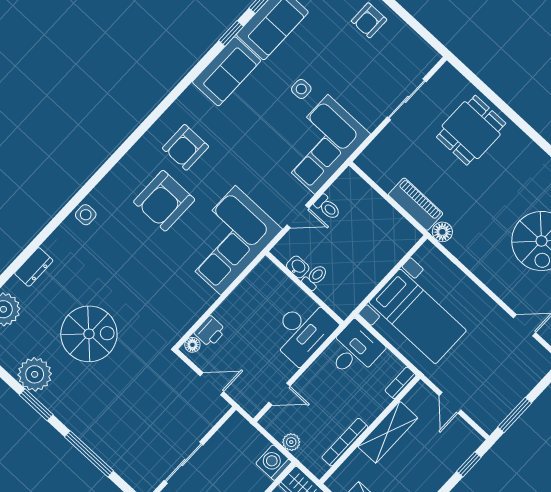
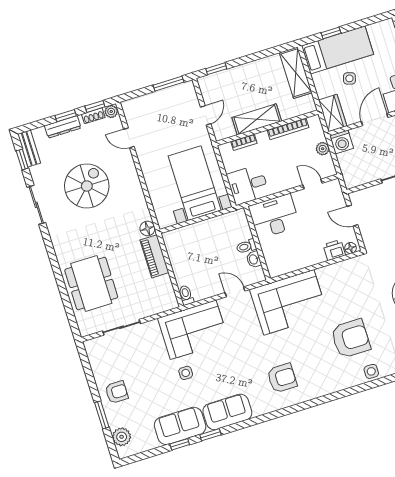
dining table: (471, 130) -> (91, 283), width x1.38
armchair: (164, 201) -> (351, 339), moved
toilet: (327, 207) -> (186, 295), moved
bookcase: (401, 383) -> (244, 142), moved

